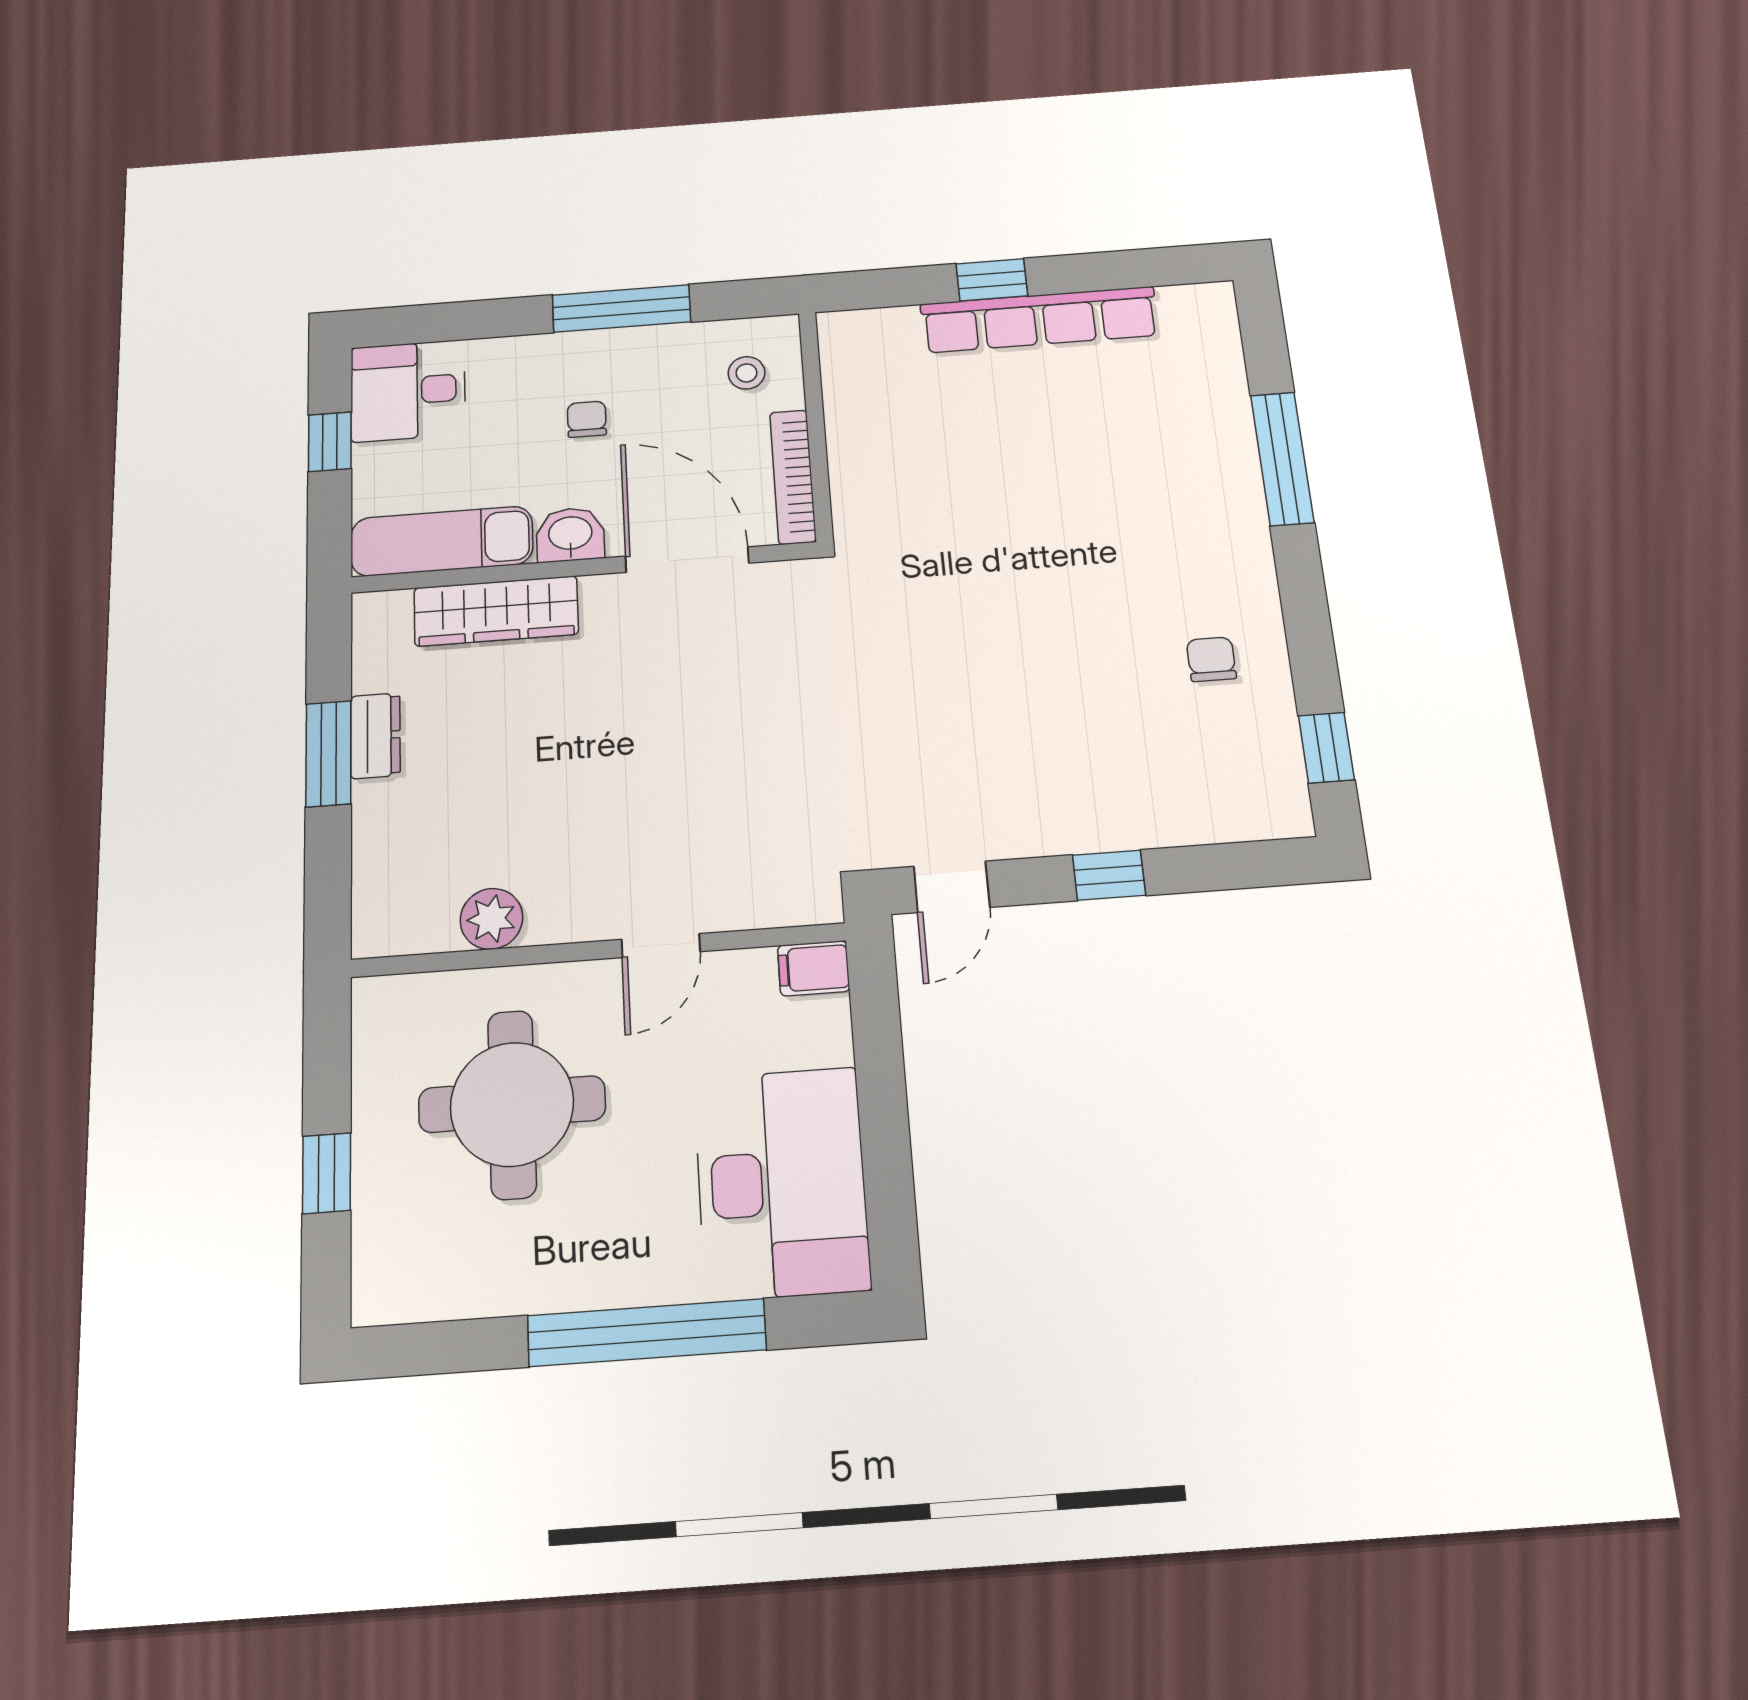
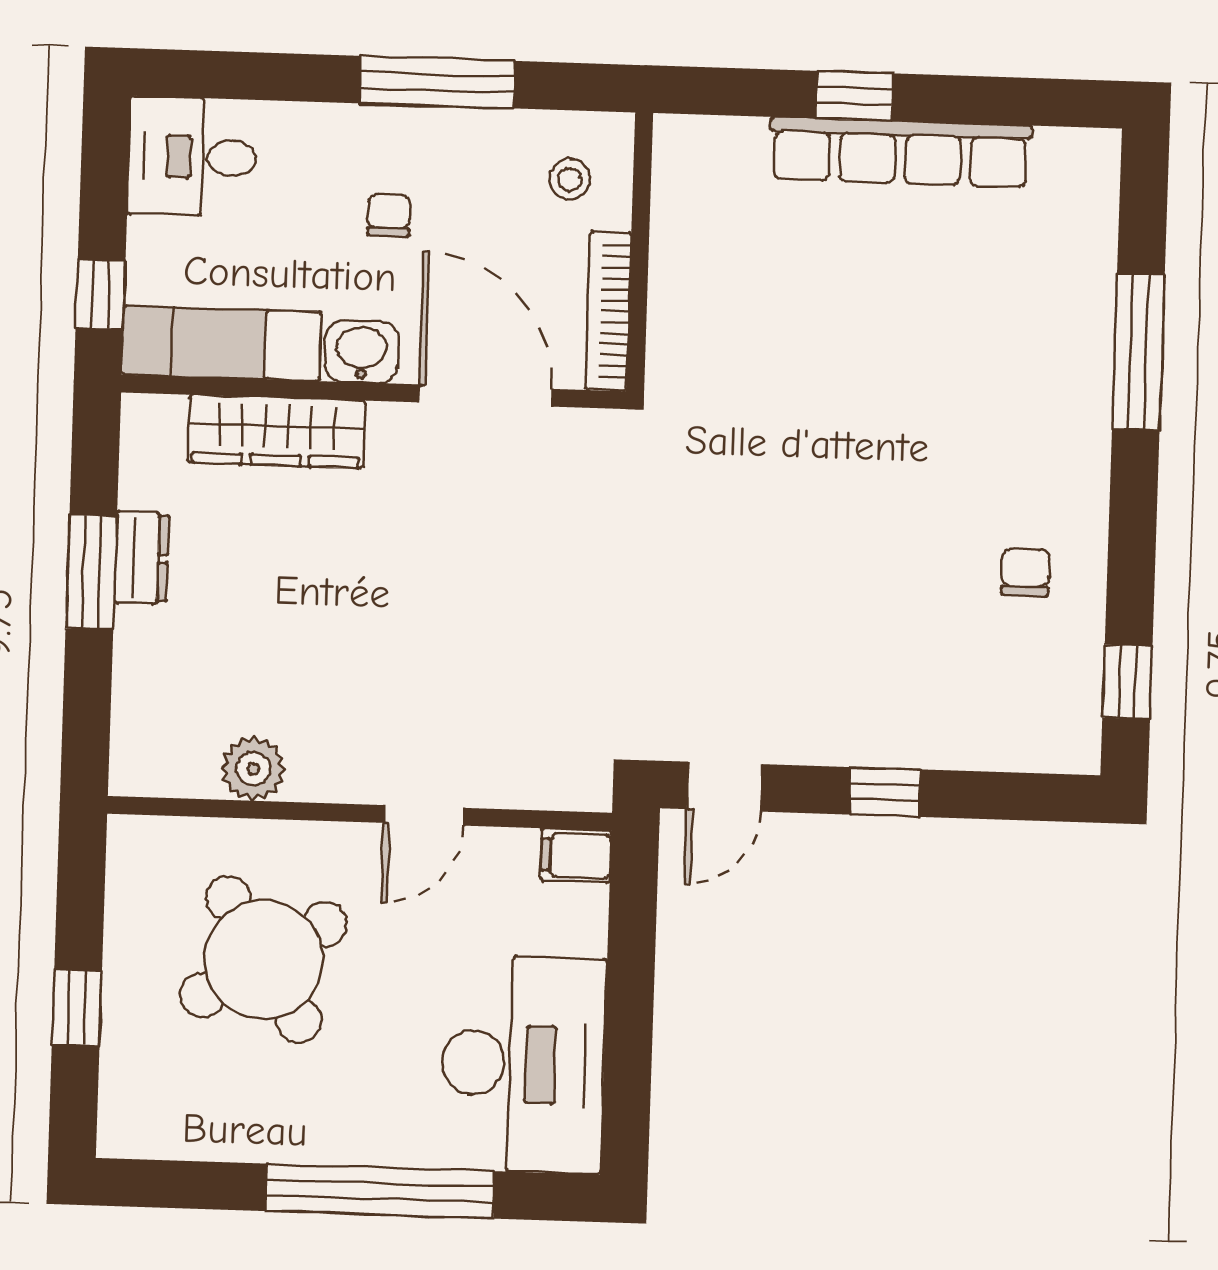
window: (330, 442) -> (101, 295), moved
round table: (512, 1104) -> (264, 959), turned -32

